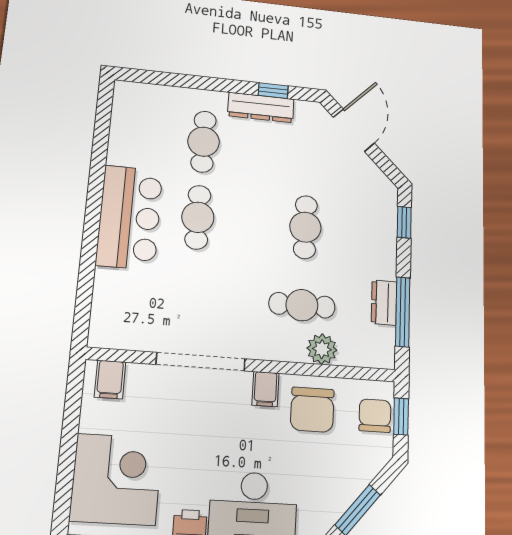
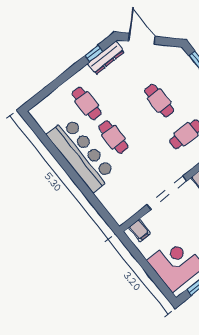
dresser: (261, 107) -> (106, 58), moved
bar counter: (129, 217) -> (81, 154), width x1.36

